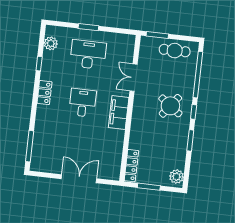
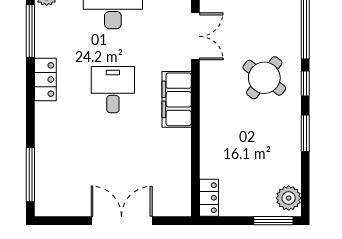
window: (39, 64) -> (30, 31), width x2.17
double door: (133, 78) -> (195, 36), swing flipped
locker: (131, 166) -> (209, 198), width x0.66
window: (149, 187) -> (273, 221), moved

